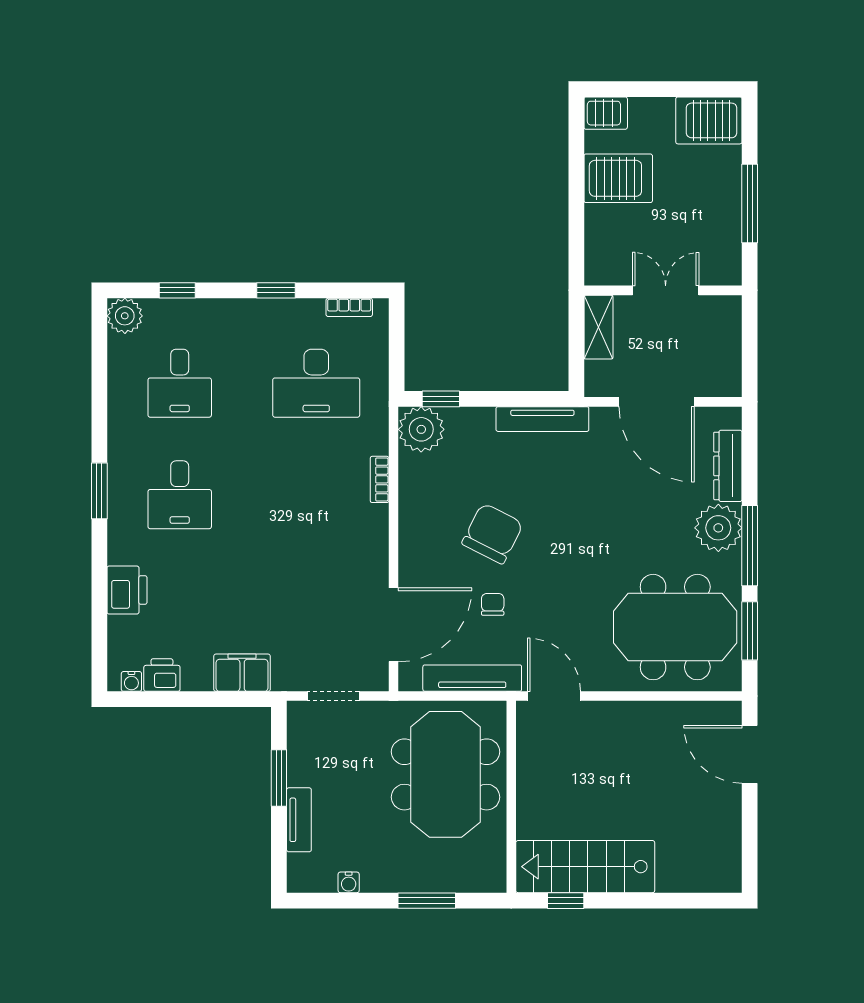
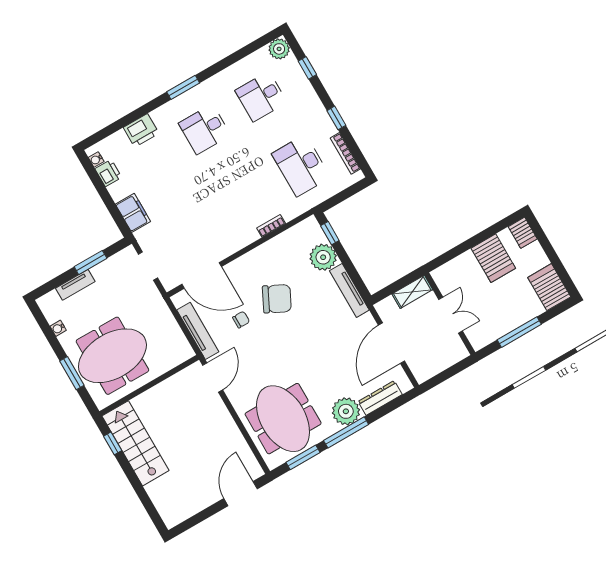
bookcase: (349, 307) -> (345, 153), width x1.56
plant: (421, 429) -> (323, 257), moved
meeting table: (446, 774) -> (112, 356), moved

